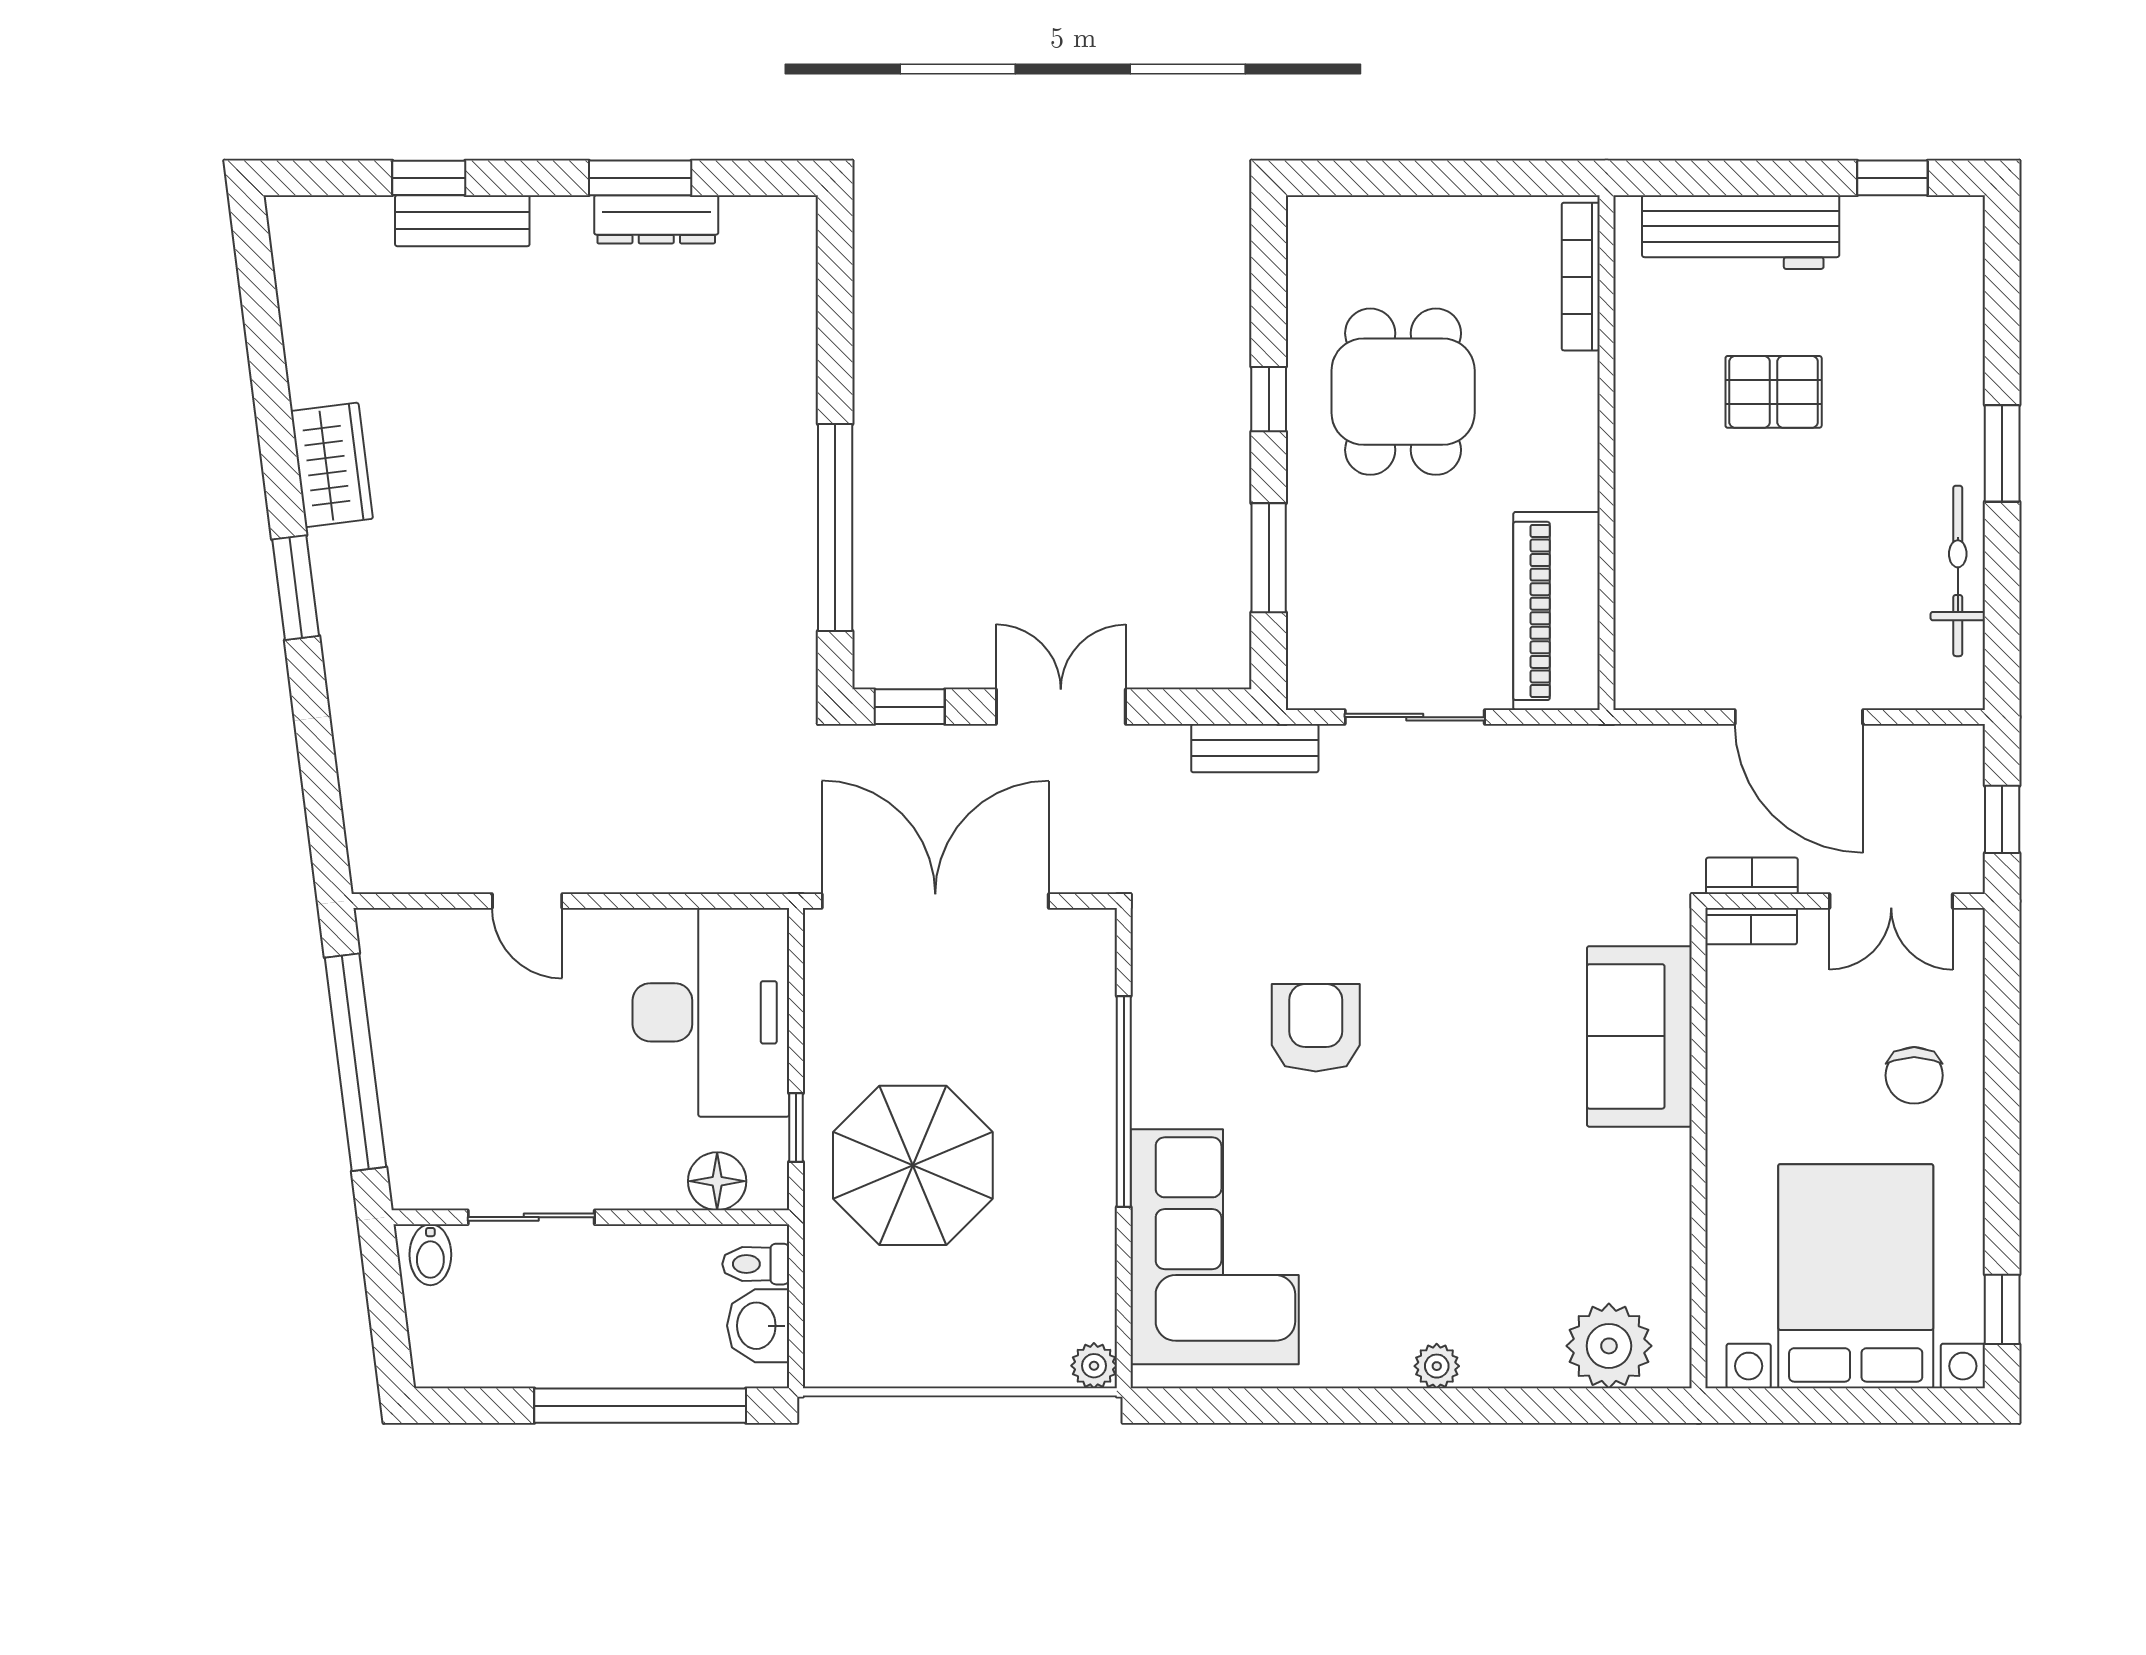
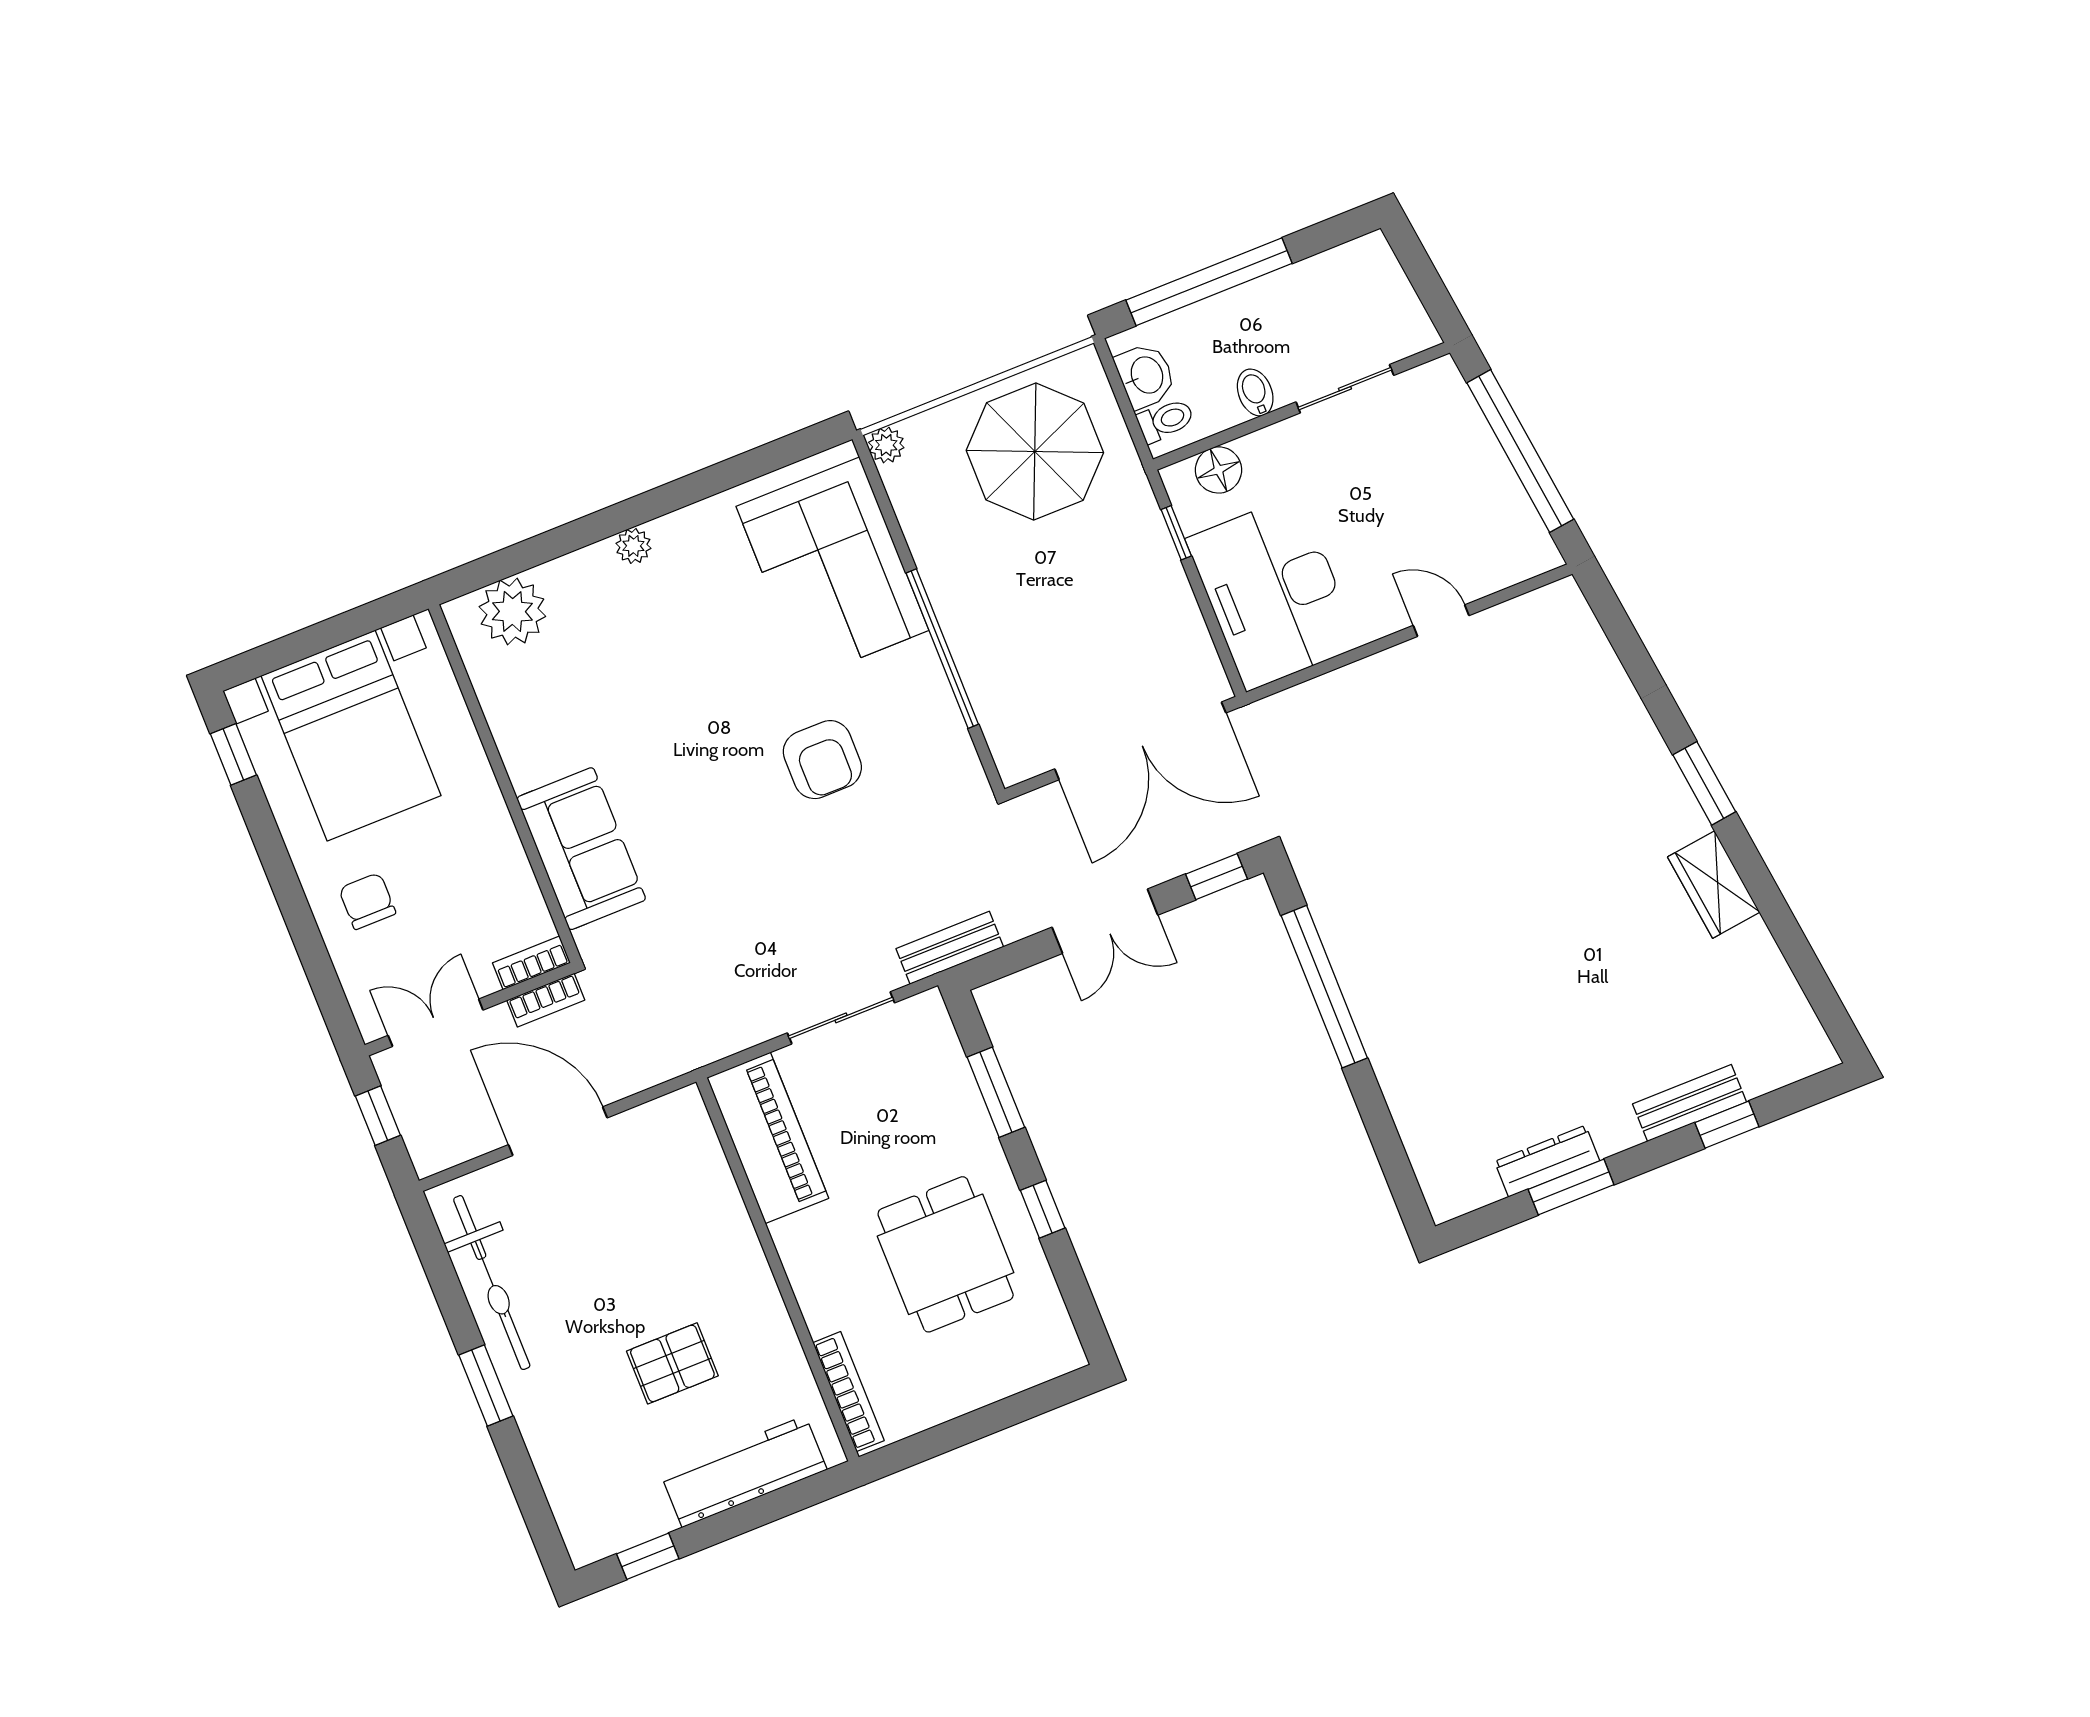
bicycle: (1958, 571) -> (492, 1283), width x1.37, depth x1.40
parasol: (913, 1165) -> (1035, 451), moved
bidet: (430, 1255) -> (1255, 392), moved

